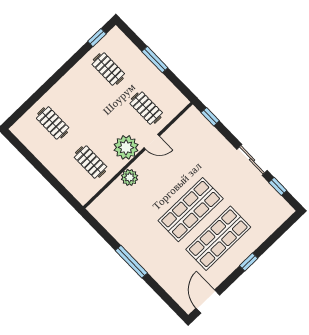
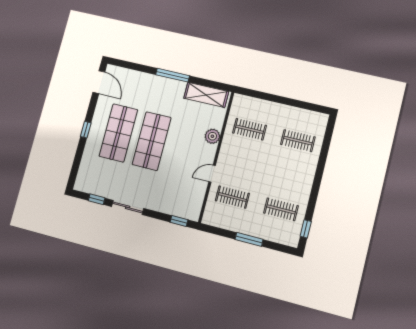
plant: (126, 147) -> (229, 157), removed
shelving: (111, 221) -> (206, 95), added

